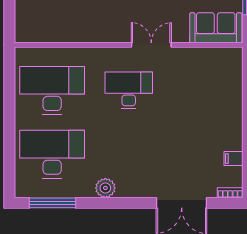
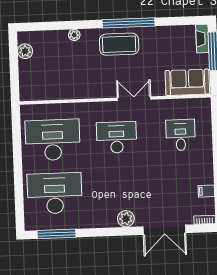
desk: (205, 90) -> (181, 135), added
plant: (105, 188) -> (126, 219), moved

